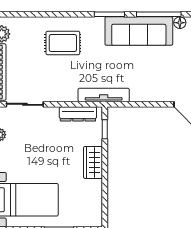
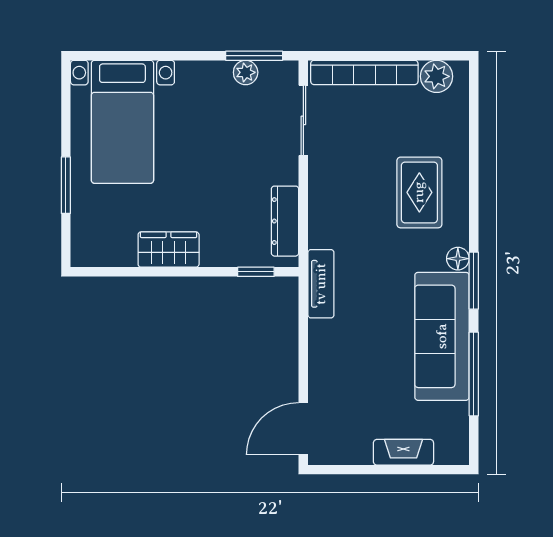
floor lamp: (180, 23) -> (458, 259), moved
tv unit: (104, 95) -> (321, 284), width x0.71
wardrobe: (93, 162) -> (169, 250), moved

